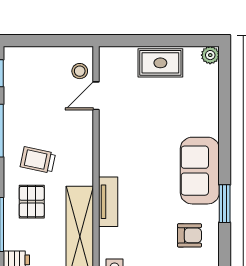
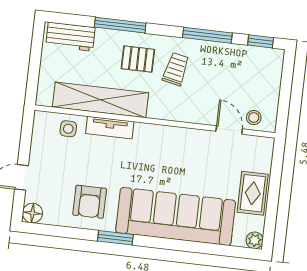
sofa: (200, 171) -> (176, 216), width x1.85, depth x1.27
tv unit: (108, 202) -> (110, 128), moved
armchair: (190, 235) -> (90, 202), width x1.38, depth x1.38

